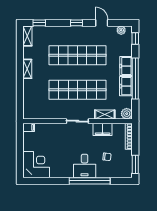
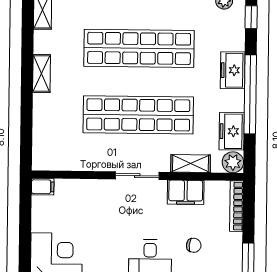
freezer: (126, 86) -> (232, 131), moved

